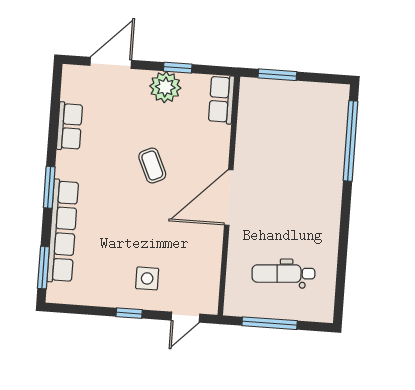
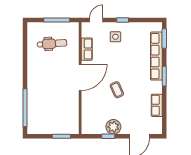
row of seats: (221, 99) -> (87, 49), moved

